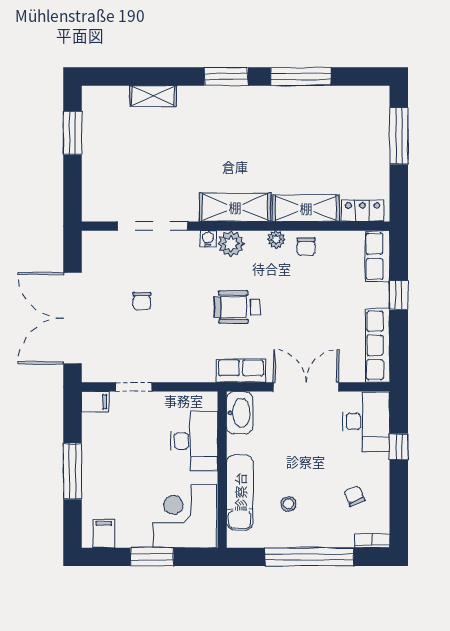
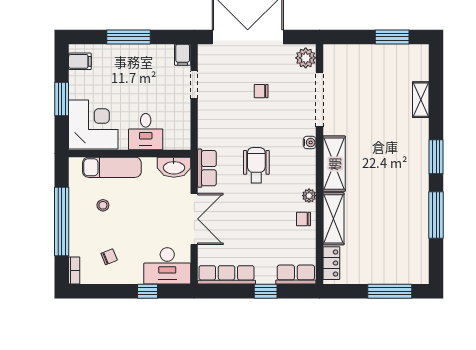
plant: (231, 244) -> (306, 58), moved
desk: (194, 441) -> (146, 132), width x0.73

